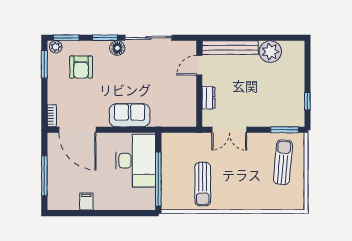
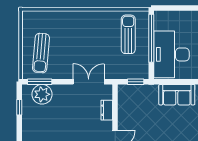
plant: (282, 116) -> (42, 94), added
window: (176, 130) -> (136, 82), added
sun lounger: (203, 184) -> (128, 34), moved

